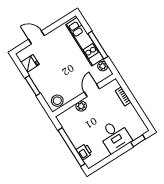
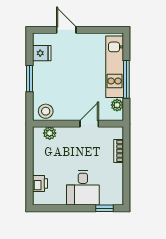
plant: (81, 106) -> (50, 133), moved
window: (72, 147) -> (29, 170), removed

